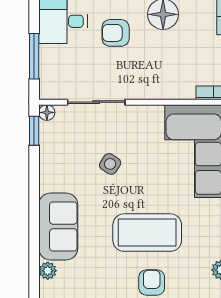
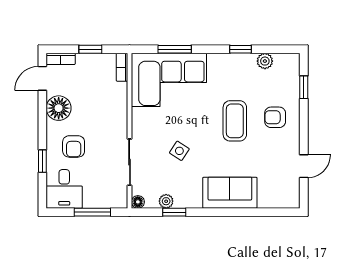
window: (34, 131) -> (174, 212), moved
coffee table: (147, 233) -> (235, 121), width x0.73, depth x0.76
plant: (48, 271) -> (166, 201), moved

